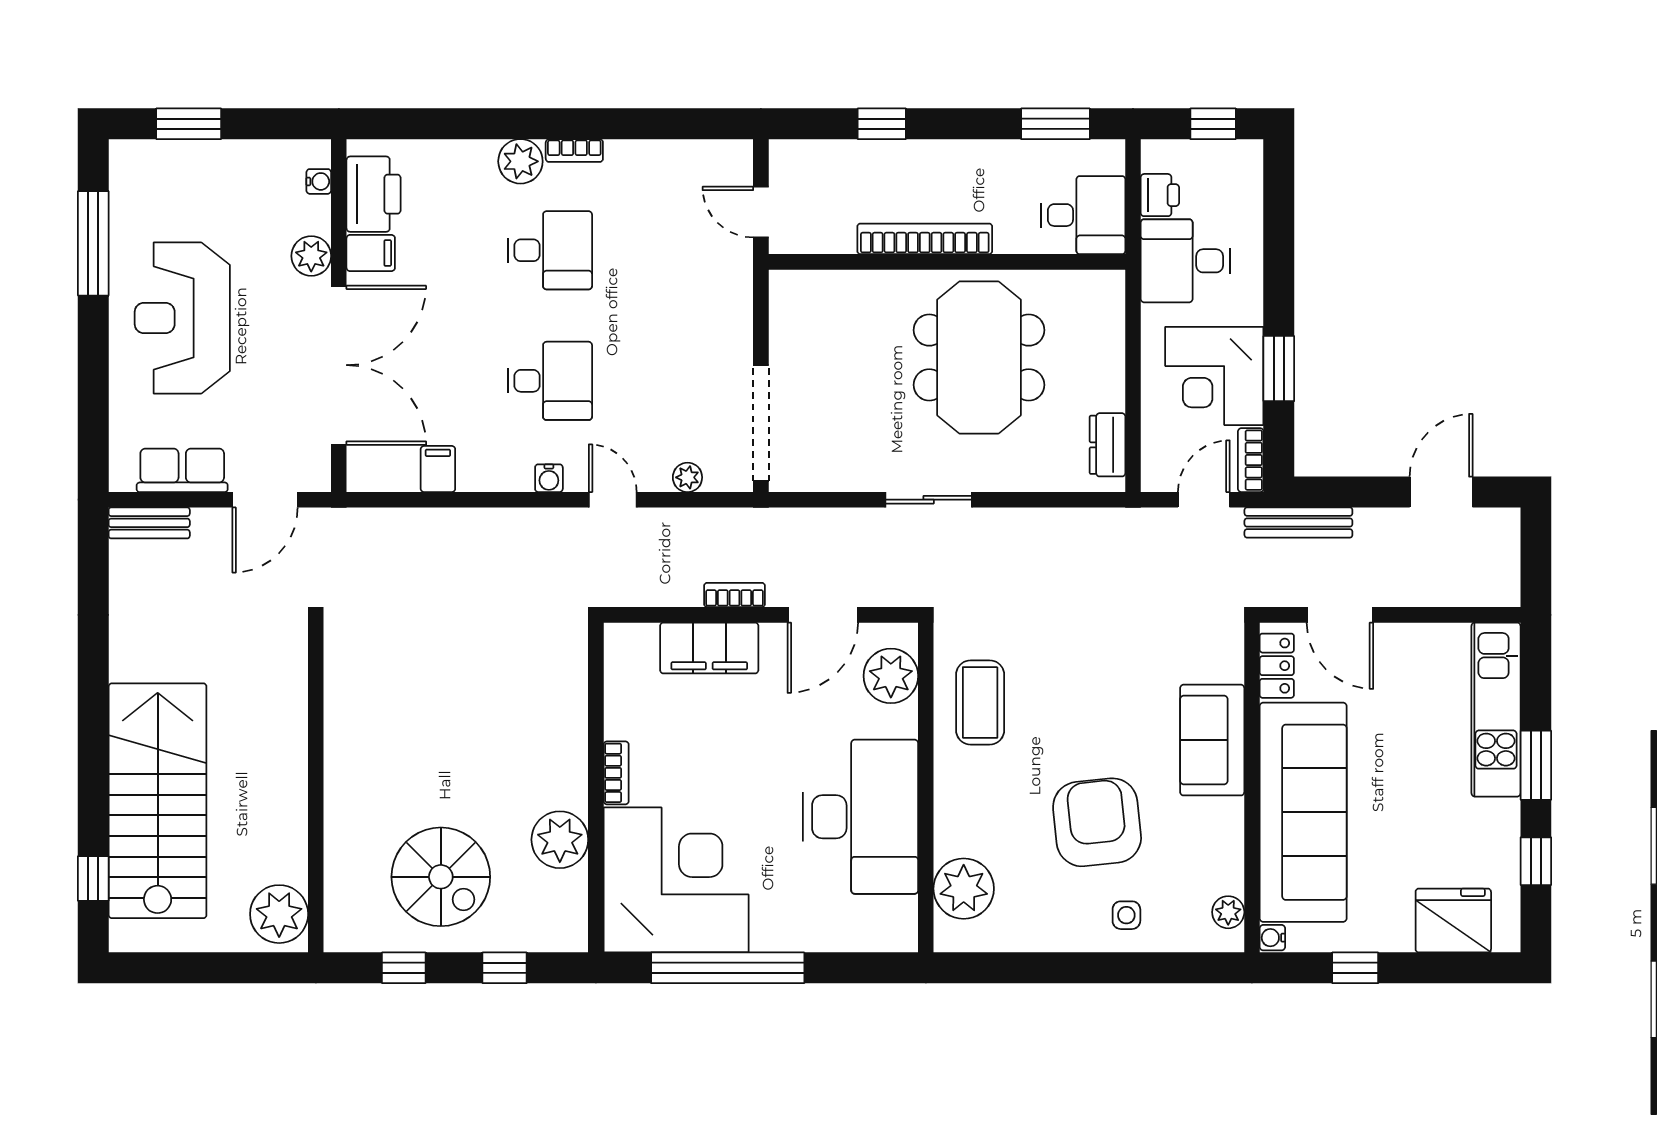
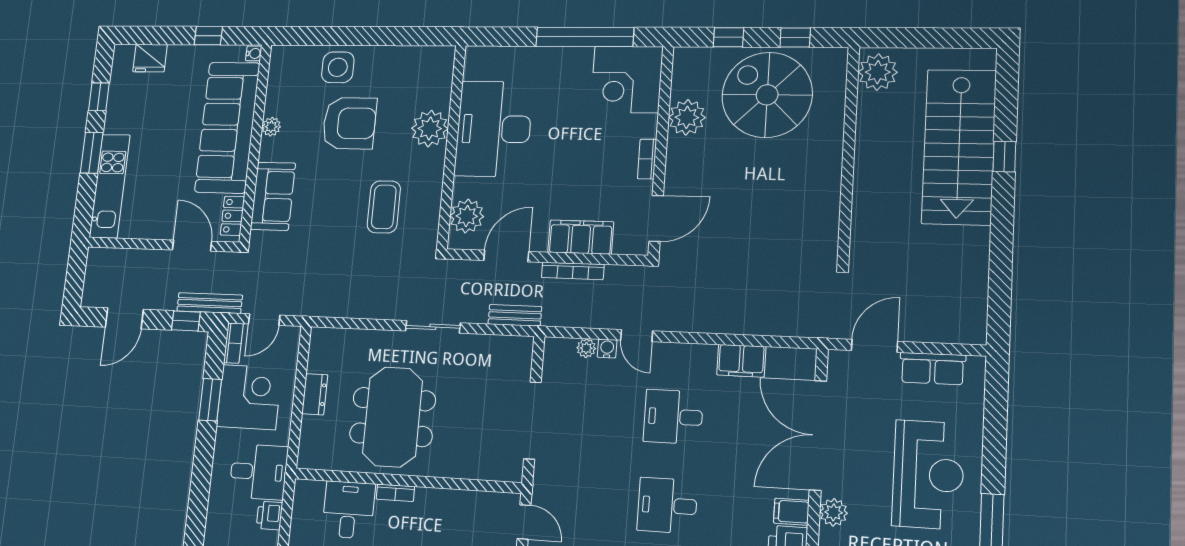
desk: (1083, 215) -> (348, 510), moved, turned 90
bookcase: (925, 239) -> (395, 493), width x0.43, depth x0.76
doorway: (761, 423) -> (532, 420), moved
dresser: (1108, 445) -> (315, 394), moved
filing cabinet: (438, 469) -> (741, 361), width x2.00
water cooler: (549, 478) -> (607, 349), moved
window: (1335, 492) -> (186, 321), added
bench: (149, 523) -> (515, 315), moved
bookcase: (735, 595) -> (573, 271), width x1.56
door: (596, 680) -> (656, 218), added
coffee table: (980, 702) -> (384, 207), moved
sofa: (1212, 740) -> (273, 196), moved
armchair: (1097, 822) -> (349, 123), turned -84
spiral stairs: (441, 877) -> (767, 95), width x1.37, depth x1.37
window: (93, 879) -> (1004, 157), moved
corner desk: (676, 880) -> (627, 79), width x0.74, depth x0.74
plant: (964, 889) -> (430, 129), moved
plant: (1228, 912) -> (271, 127), moved
side table: (1126, 915) -> (338, 67), width x1.87, depth x1.87
fridge: (1453, 921) -> (150, 58), width x0.73, depth x0.75

